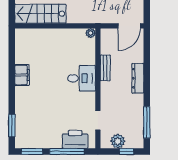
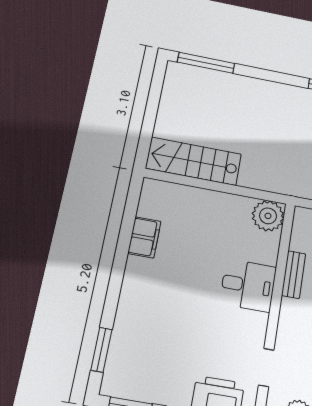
plant: (91, 33) -> (268, 216), width x1.88, depth x1.88
filing cabinet: (22, 75) -> (144, 237), moved

